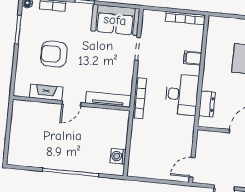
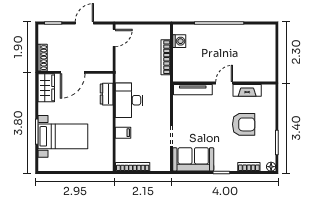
bookcase: (139, 98) -> (166, 57), moved

